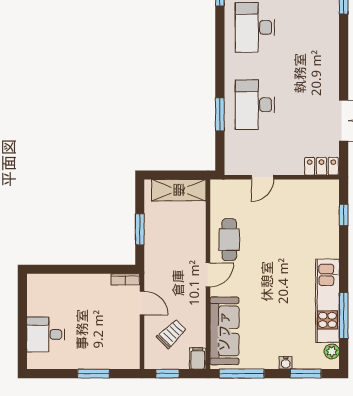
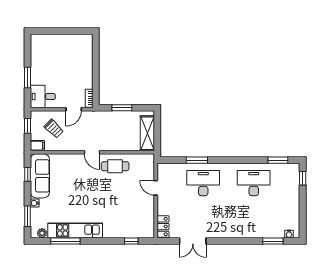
sofa: (224, 331) -> (40, 176), moved, turned -90
desk: (46, 334) -> (43, 96), moved, turned -90
window: (242, 374) -> (28, 174), width x0.46

